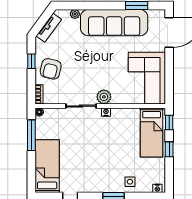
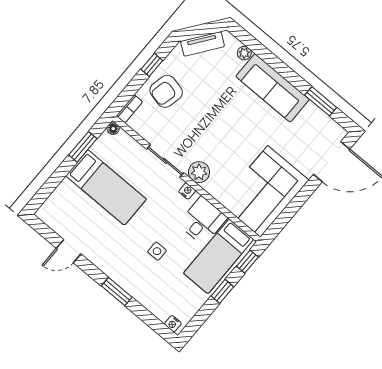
sofa: (114, 23) -> (273, 88), width x0.74, depth x0.79
desk: (127, 121) -> (203, 221), added
window: (31, 135) -> (83, 147), width x0.69
bed: (47, 166) -> (106, 187), moved, turned 90
side table: (130, 182) -> (157, 251), moved

